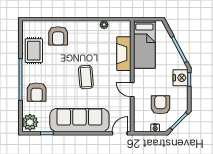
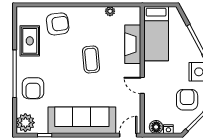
armchair: (58, 36) -> (58, 24), turned -98
coffee table: (86, 77) -> (91, 59), moved
armchair: (160, 105) -> (187, 100), moved
floor lamp: (144, 126) -> (156, 127), added

